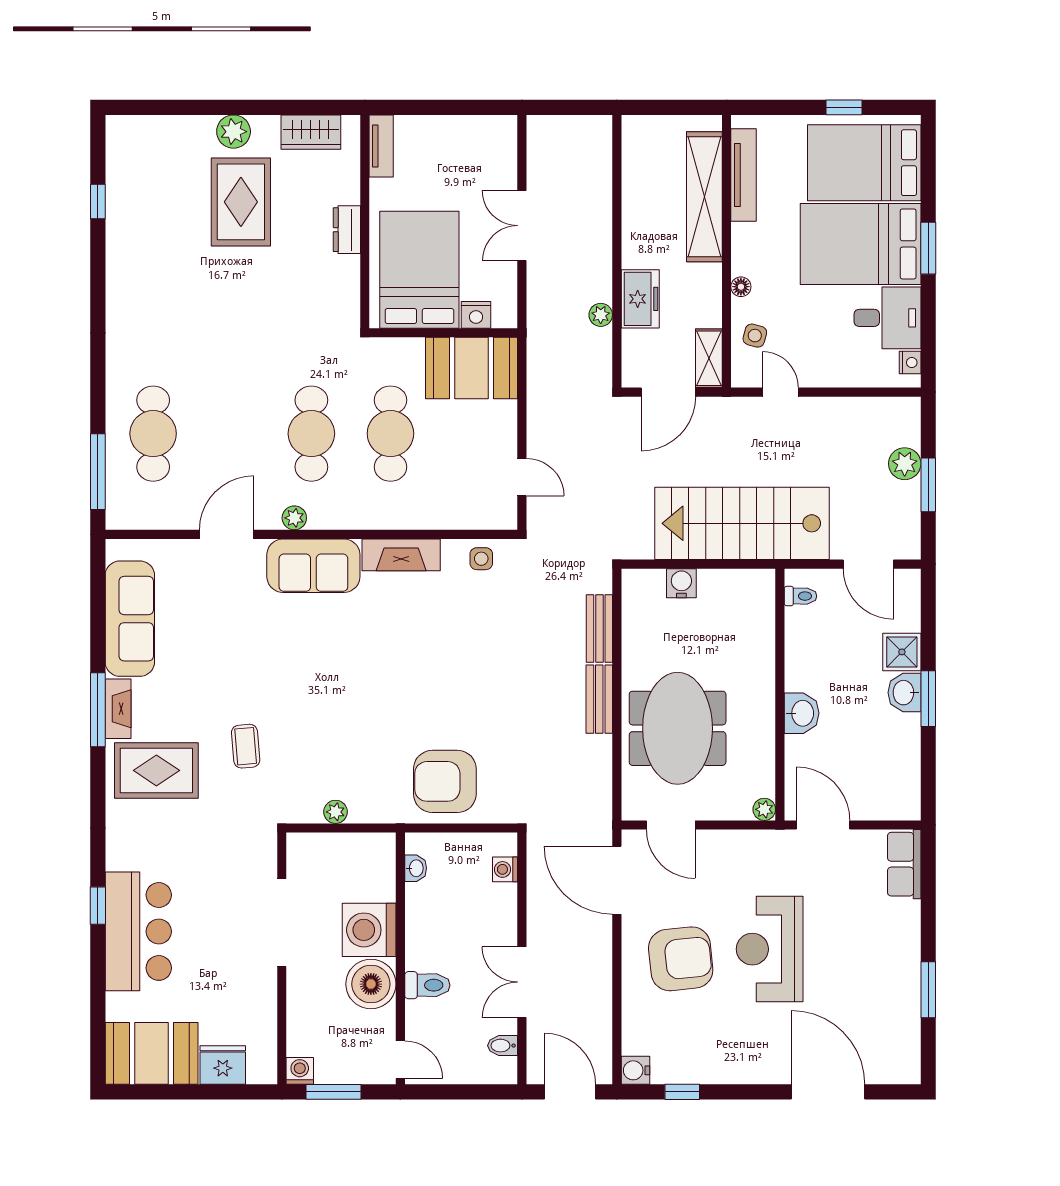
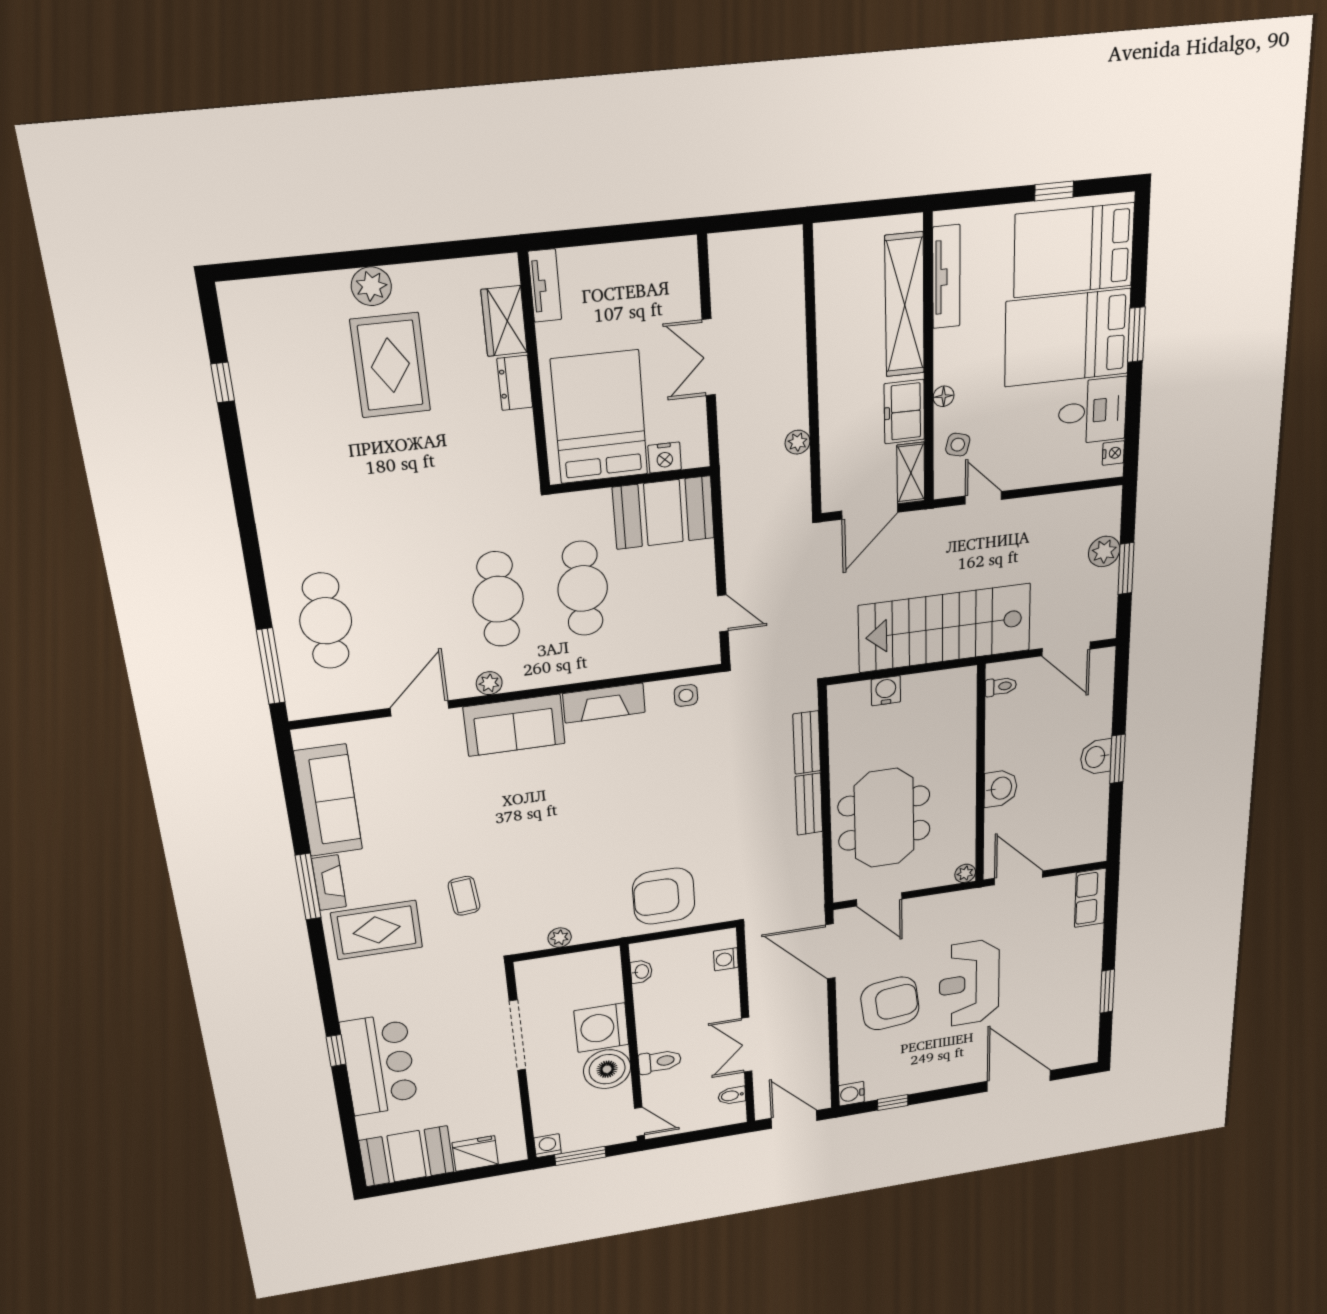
wardrobe: (311, 132) -> (504, 321), moved, turned 90
freezer: (640, 299) -> (904, 412), moved, turned 180
shower: (902, 652) -> (1095, 722), removed

